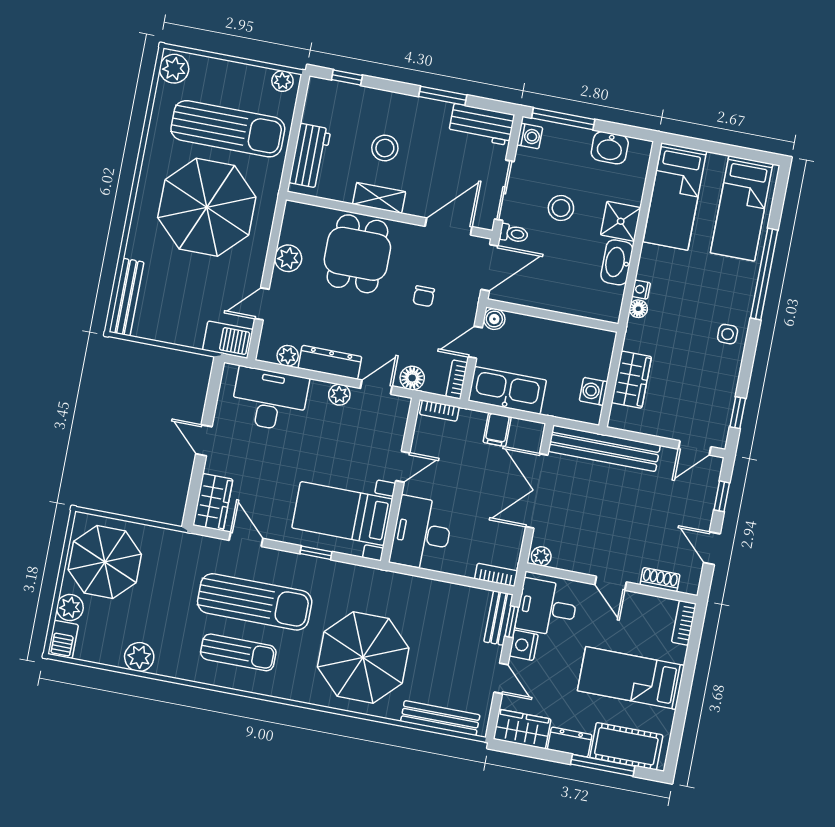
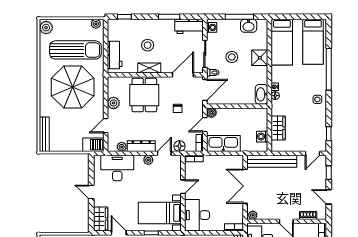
window: (563, 119) -> (239, 17), moved
washbasin: (617, 262) -> (262, 94), moved
filing cabinet: (497, 430) -> (222, 162), removed

